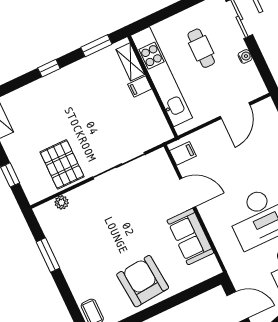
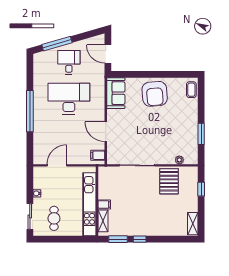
cafe table: (201, 48) -> (54, 218), moved
window: (49, 68) -> (140, 239), moved
sofa: (190, 237) -> (116, 93), moved

